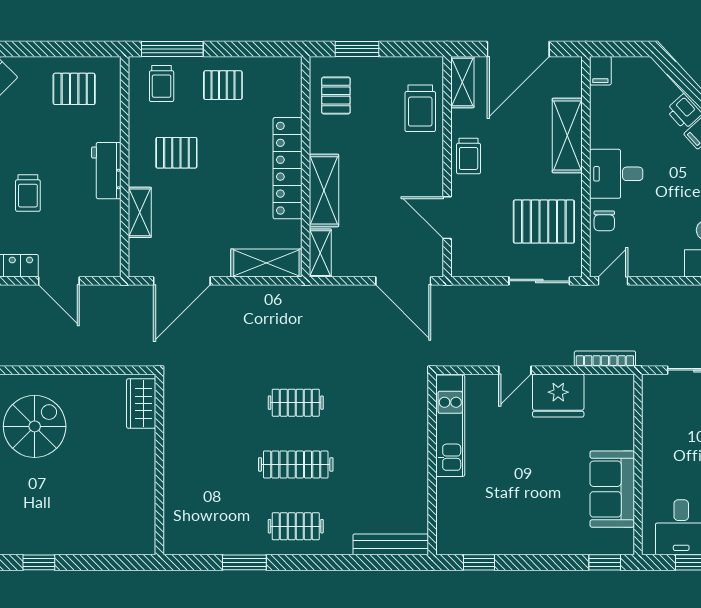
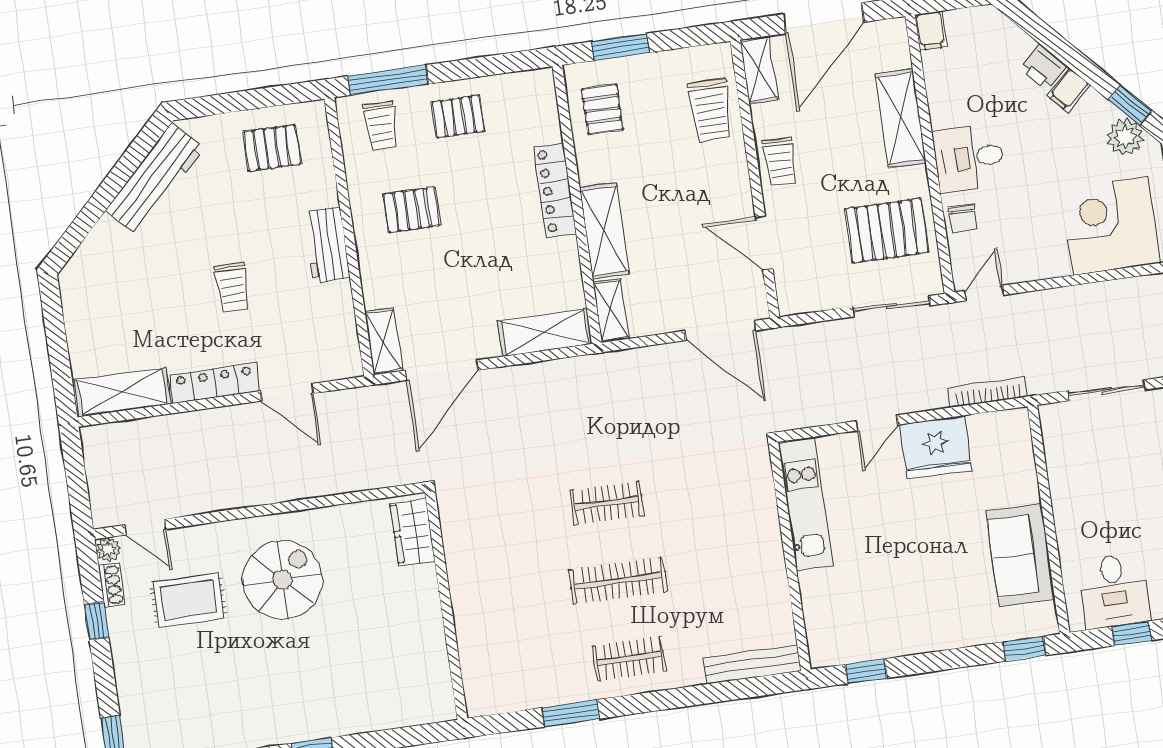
locker: (288, 168) -> (555, 190), width x0.71, depth x0.83
shelving: (140, 212) -> (383, 341), moved

